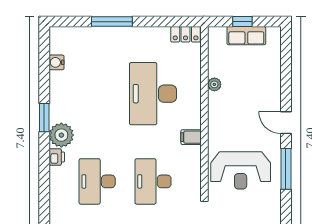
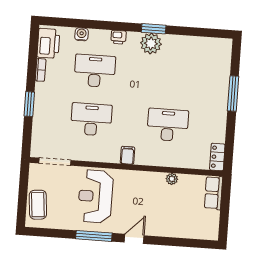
window: (242, 22) -> (225, 207), removed
row of seats: (246, 36) -> (214, 193), moved
water cooler: (57, 62) -> (82, 34), moved
desk: (153, 94) -> (168, 125), width x0.73, depth x0.77
plant: (61, 135) -> (151, 44), moved

